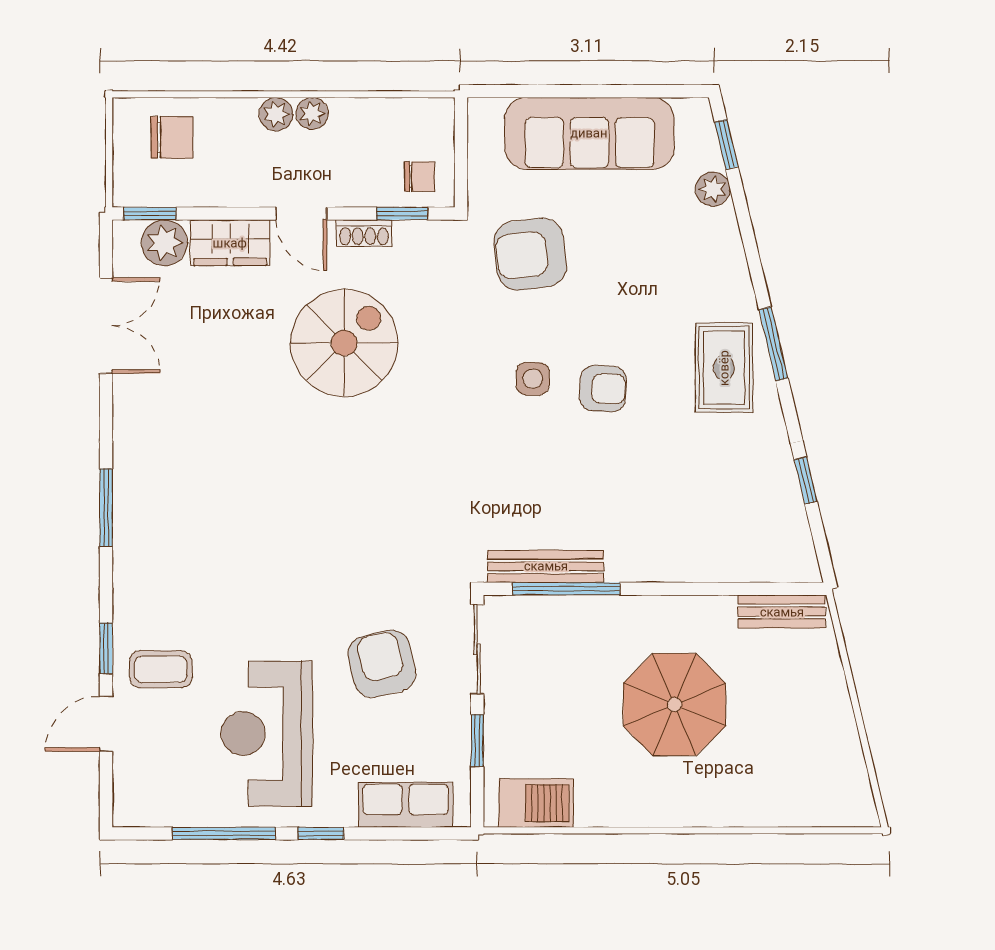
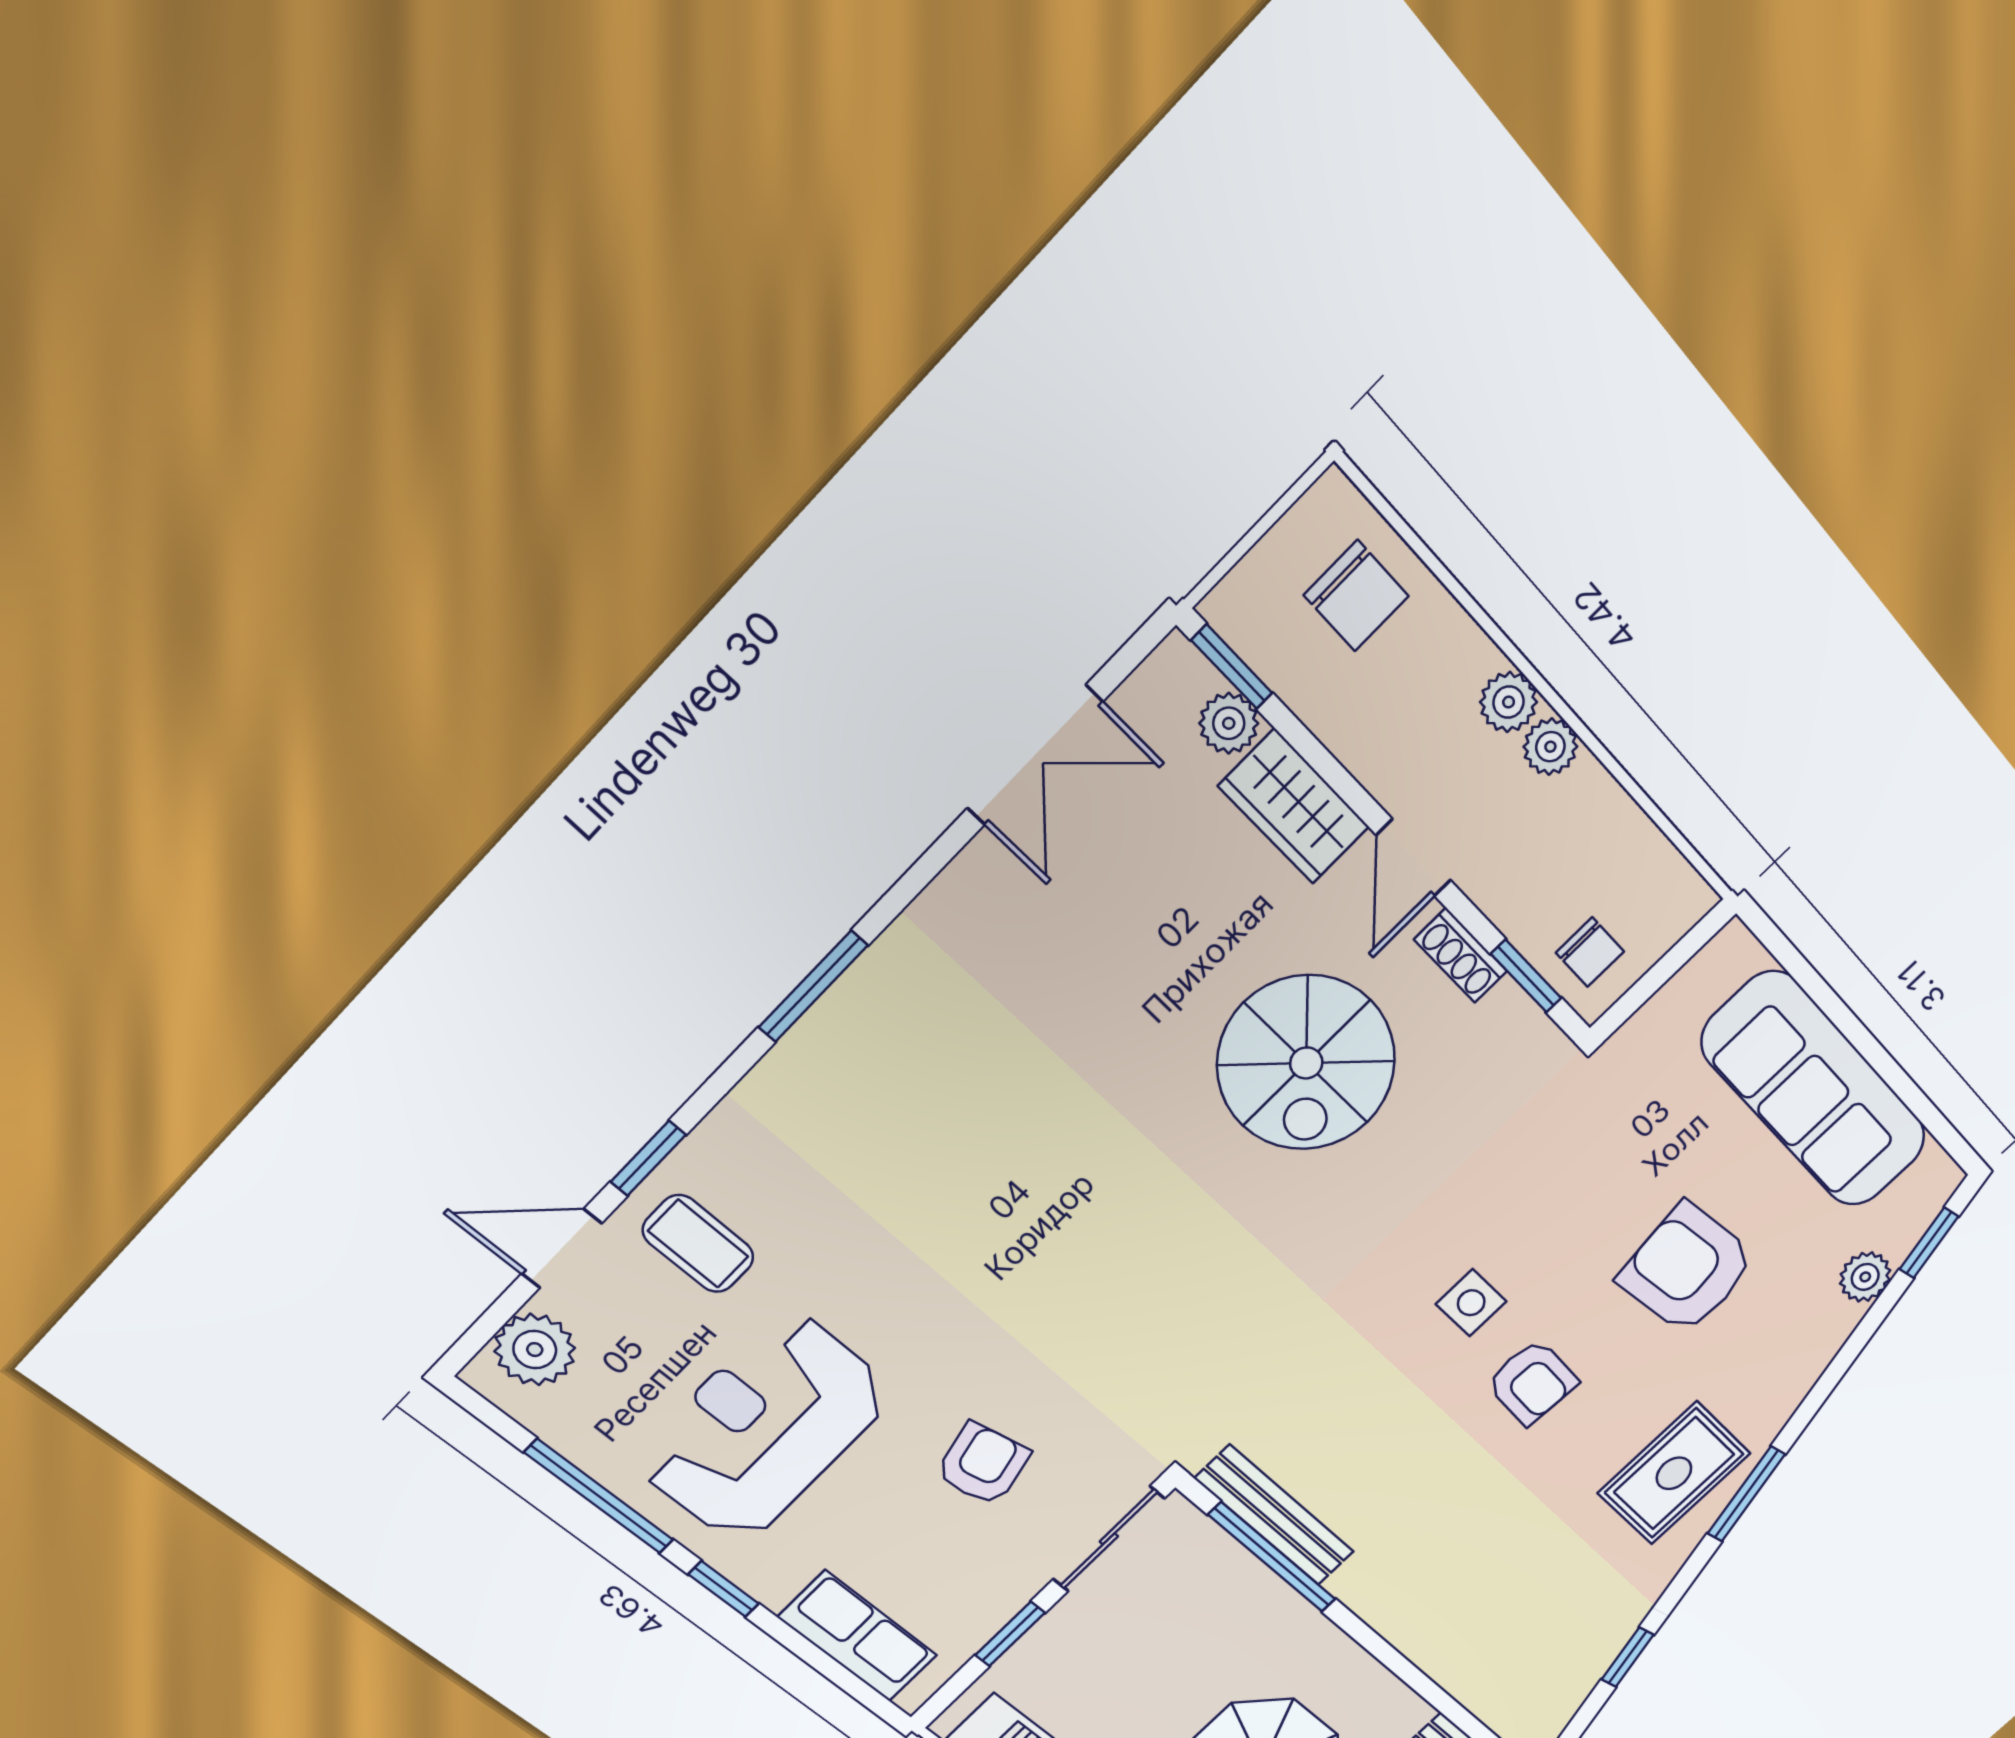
plant: (164, 243) -> (1229, 723), width x0.73, depth x0.73
armchair: (530, 254) -> (1687, 1269), moved
spiral stairs: (344, 343) -> (1306, 1063), turned 90
armchair: (382, 664) -> (983, 1464), width x0.72, depth x0.72
plant: (135, 783) -> (535, 1350), added

